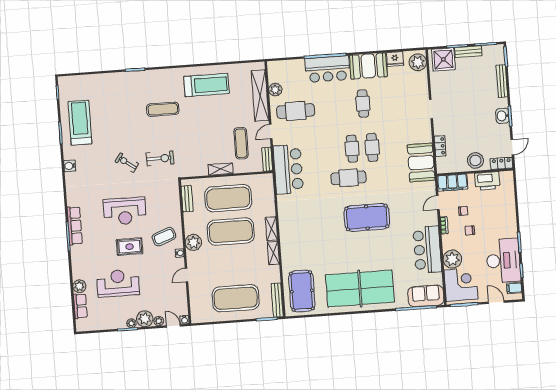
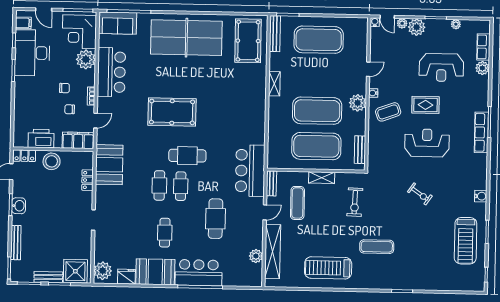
cafe table: (296, 111) -> (216, 219), moved, turned 90
exercise bike: (160, 158) -> (355, 202), moved, turned -88
shelving: (271, 229) -> (274, 110), removed
plant: (131, 323) -> (456, 24), moved

